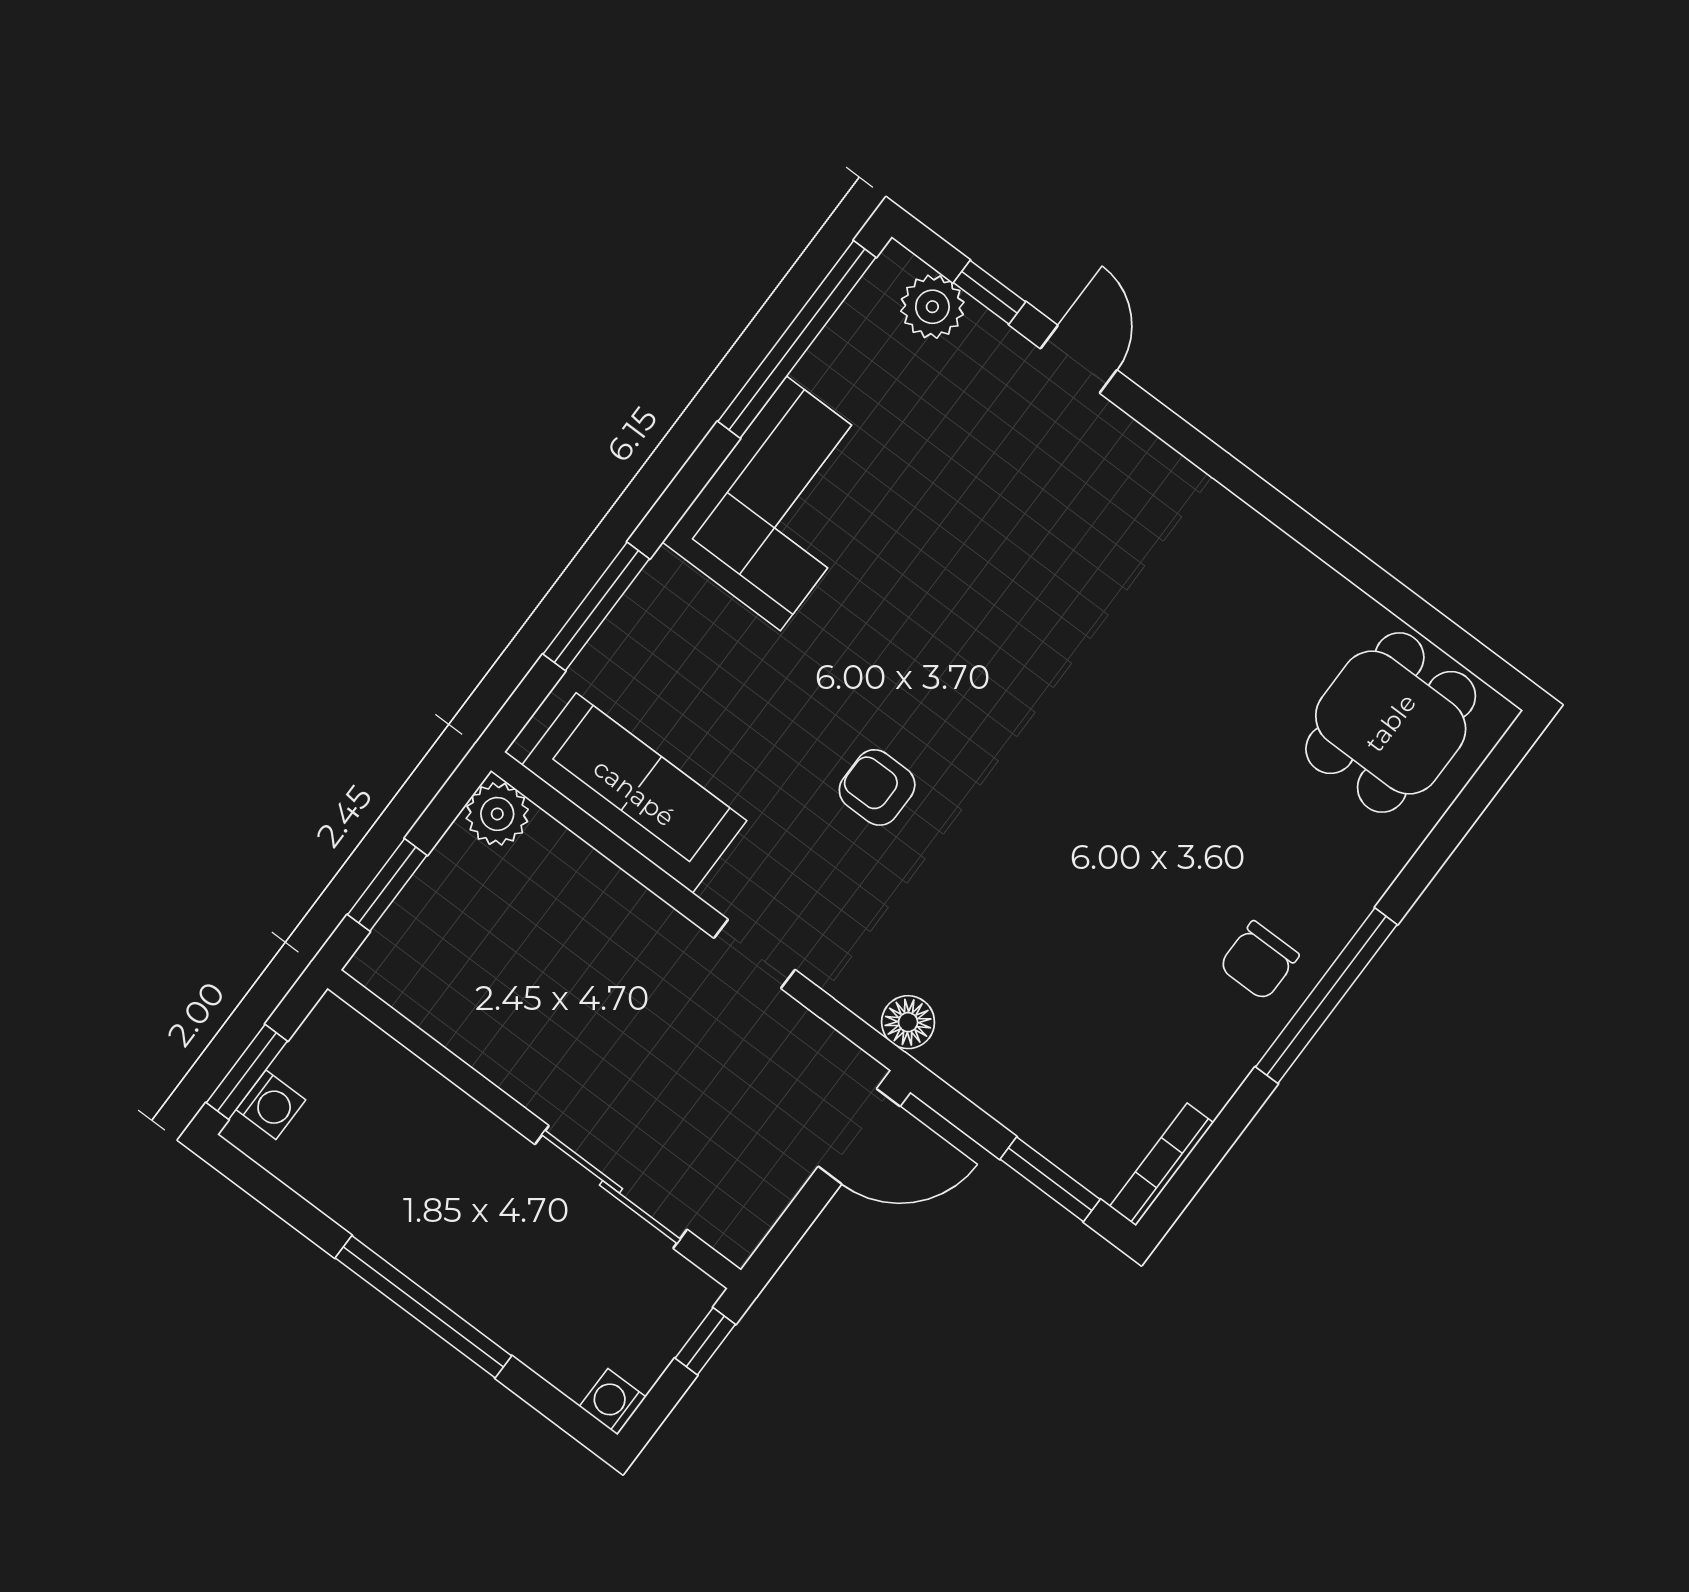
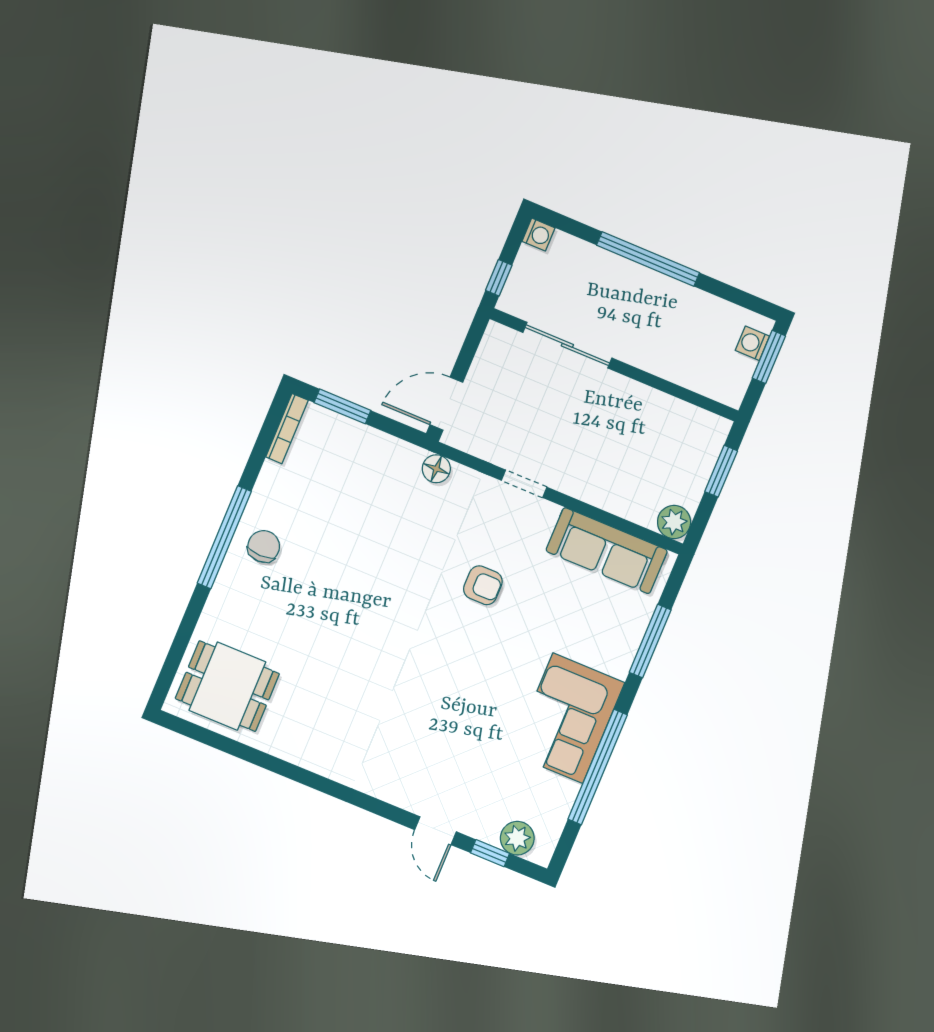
window: (797, 339) -> (598, 767), moved
dining table: (1391, 723) -> (227, 686), turned 90

